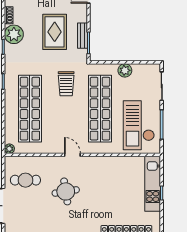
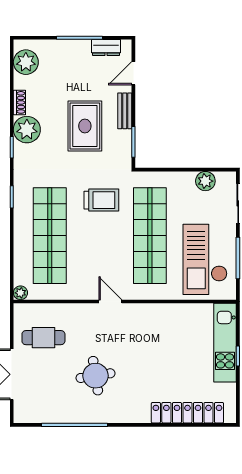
bench: (82, 36) -> (125, 111), moved
plant: (125, 70) -> (205, 181), moved
trolley: (66, 84) -> (101, 200), turned -90
round table: (66, 191) -> (95, 376), moved

